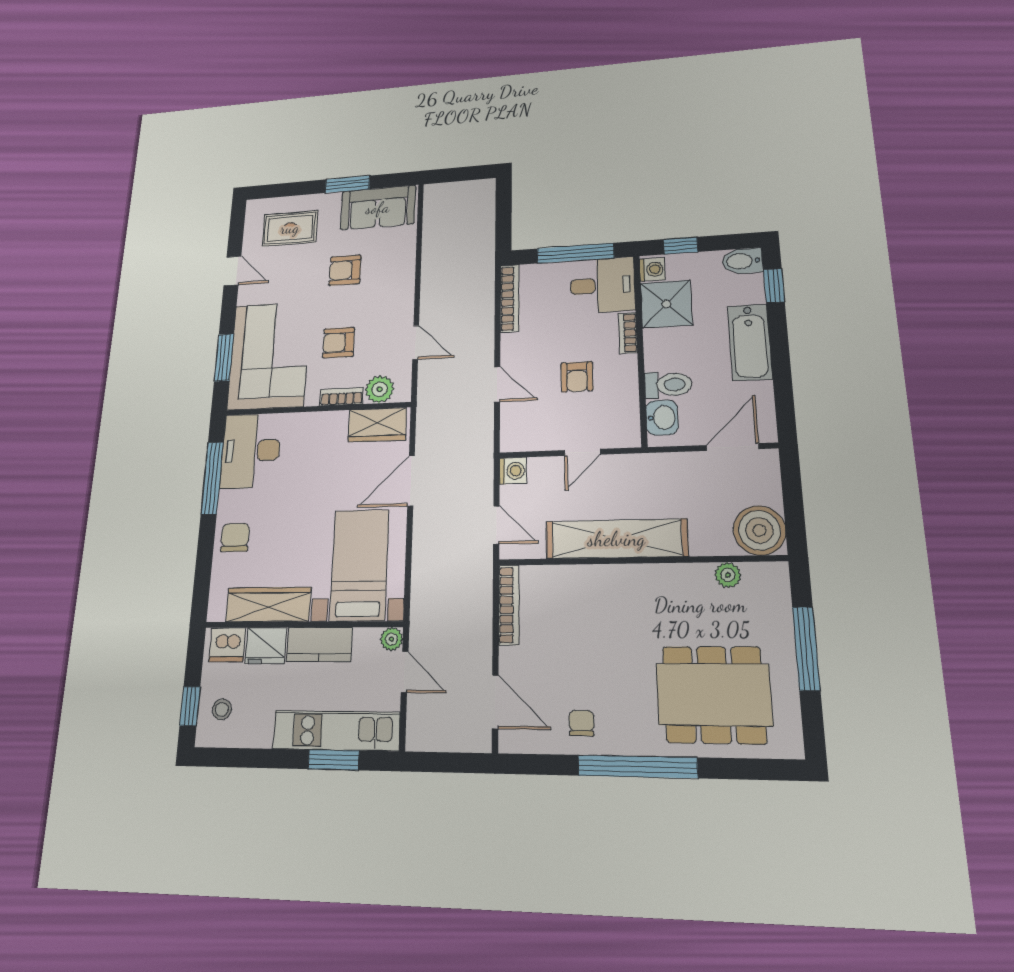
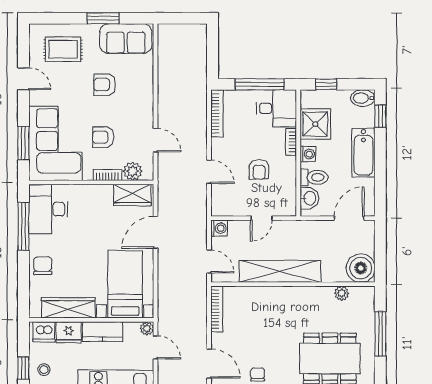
washing machine: (652, 269) -> (308, 154), moved

